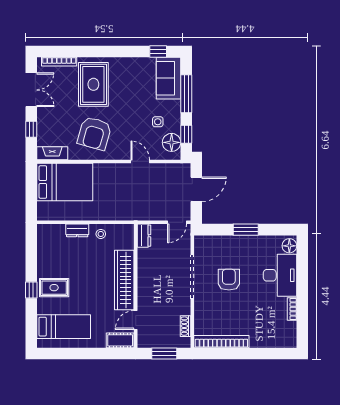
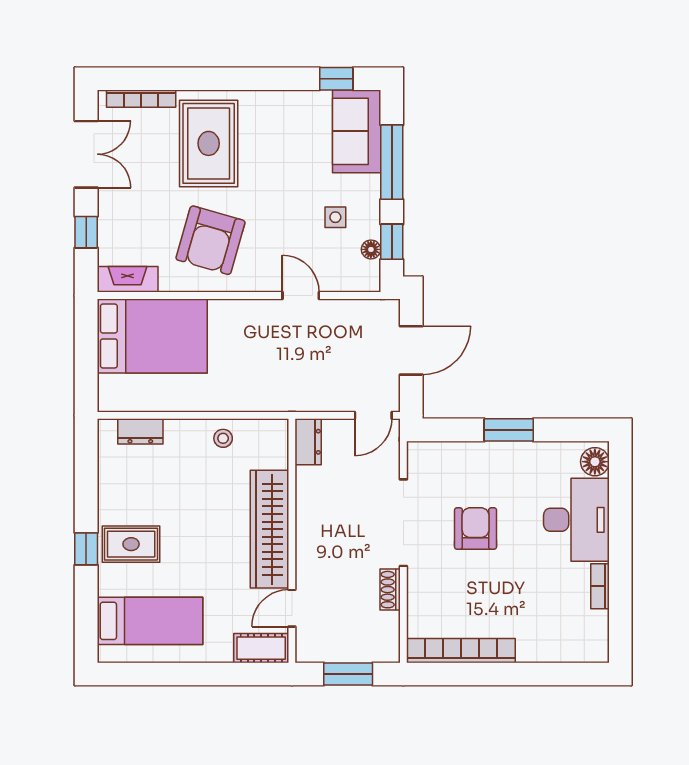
floor lamp: (172, 142) -> (371, 249), width x0.53, depth x0.53
dresser: (77, 230) -> (140, 431), moved
shoe rack: (185, 326) -> (390, 590), moved

